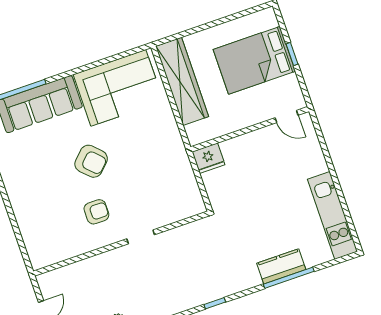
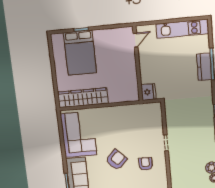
door: (287, 117) -> (135, 40), moved
wall: (250, 129) -> (138, 64), moved
fridge: (208, 158) -> (148, 92), moved

